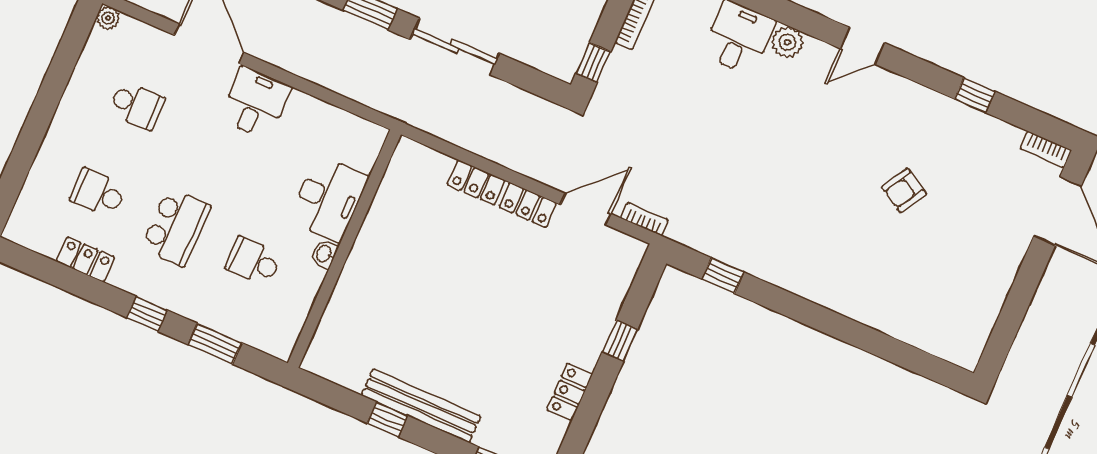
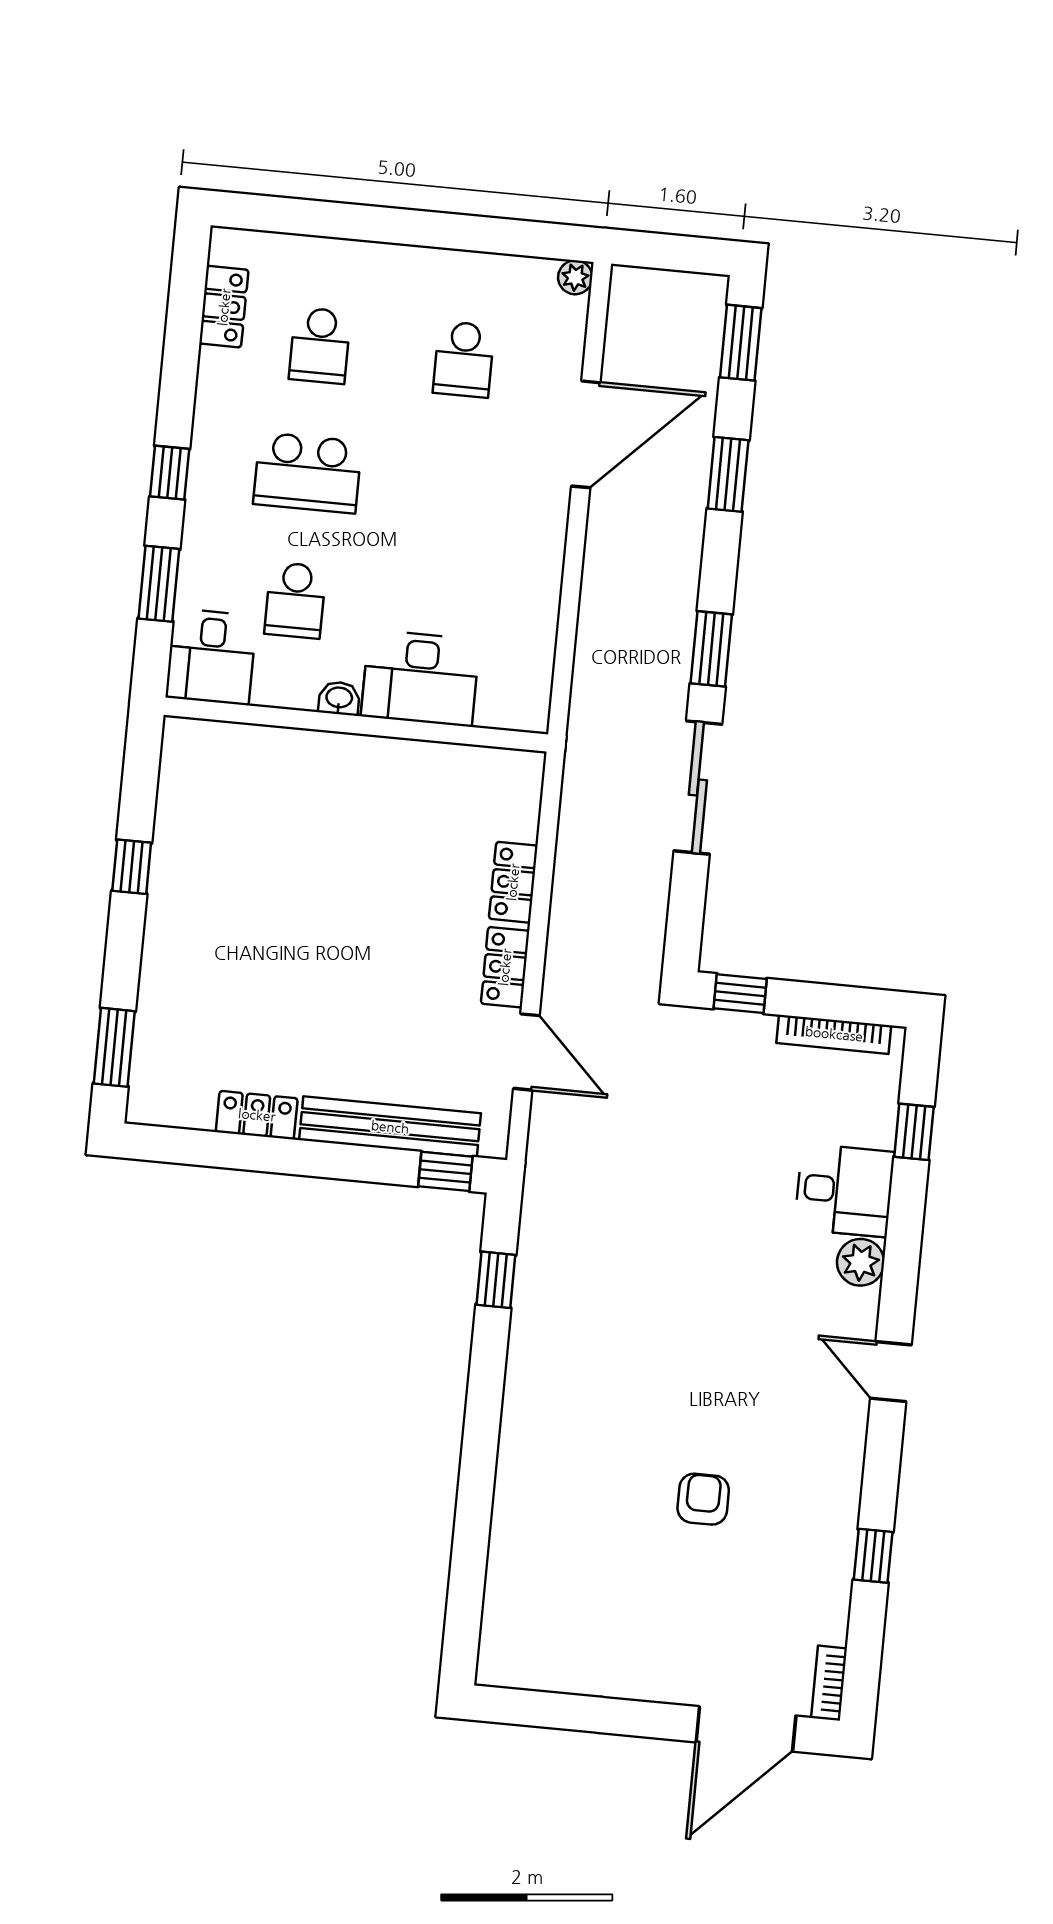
desk: (255, 103) -> (211, 657), moved, turned 90
armchair: (904, 190) -> (703, 1499), turned 60
school desk: (98, 193) -> (320, 346), turned 180
bookcase: (645, 219) -> (540, 1141), removed
locker: (85, 259) -> (224, 307), moved
school desk: (253, 261) -> (295, 600), turned 180
window: (620, 341) -> (445, 1171), moved
bench: (421, 406) -> (390, 1127), moved, turned 90

